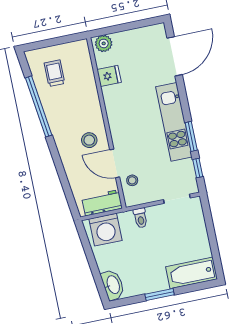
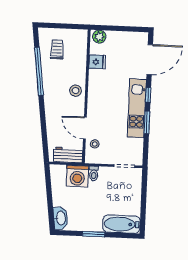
stool: (89, 140) -> (76, 91), moved
window: (198, 168) -> (148, 95), moved
washing machine: (106, 230) -> (77, 176), moved

